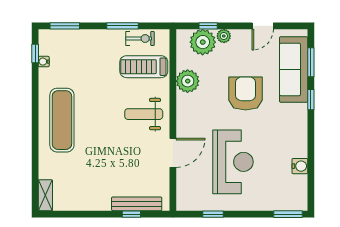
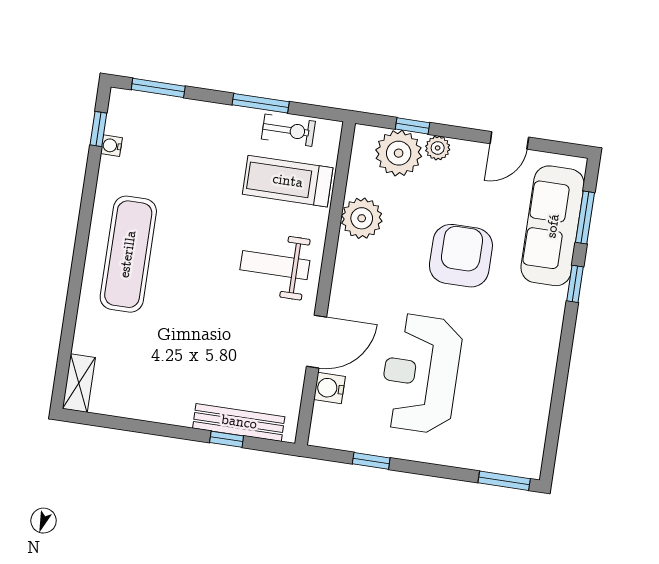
reception desk: (233, 162) -> (421, 374), turned 180
water cooler: (300, 166) -> (329, 388), moved, turned 180

